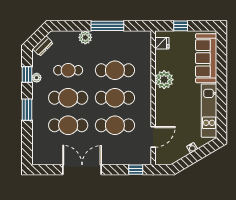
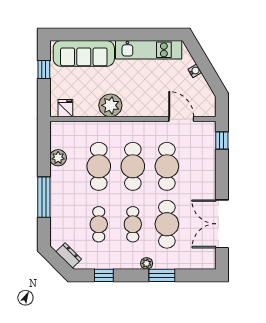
window: (107, 26) -> (44, 197), moved
window: (181, 26) -> (44, 69), moved
plant: (85, 37) -> (58, 158), moved
plant: (37, 78) -> (147, 263), moved
cafe table: (68, 98) -> (133, 224), width x0.73, depth x0.74
window: (27, 110) -> (162, 275), moved
double door: (82, 170) -> (222, 224), moved

